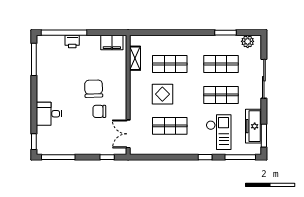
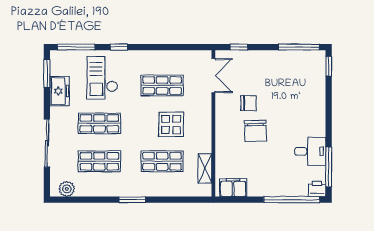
window: (225, 33) -> (132, 200), moved
printer: (72, 41) -> (317, 189), moved
desk: (49, 114) -> (310, 151), moved
freezer: (254, 126) -> (60, 91), width x0.71

